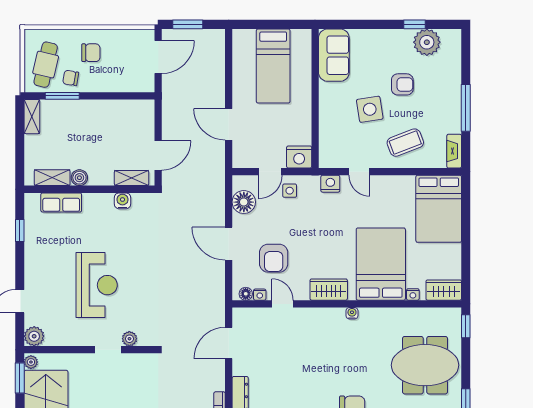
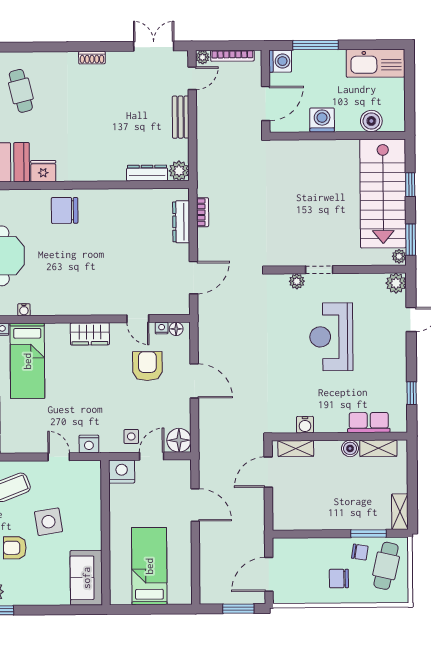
floor lamp: (244, 202) -> (179, 440), moved
bed: (381, 264) -> (27, 361), width x0.67
water cooler: (352, 313) -> (24, 310), moved

